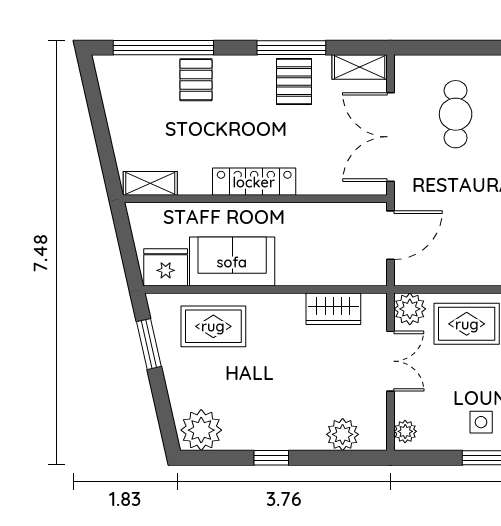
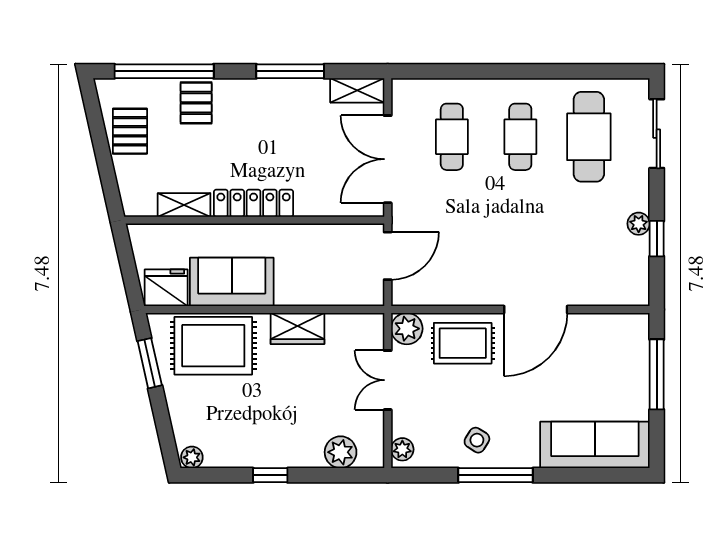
pallet: (294, 82) -> (130, 131), moved
shelving: (150, 183) -> (184, 205), moved
wardrobe: (333, 309) -> (297, 328), moved
rug: (213, 326) -> (213, 346), width x1.36, depth x1.43
double door: (390, 361) -> (388, 380), swing flipped
side table: (481, 422) -> (477, 440), turned 32
plant: (201, 430) -> (192, 457), width x0.53, depth x0.53

